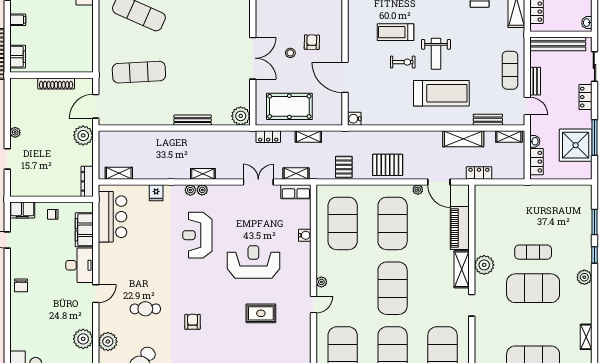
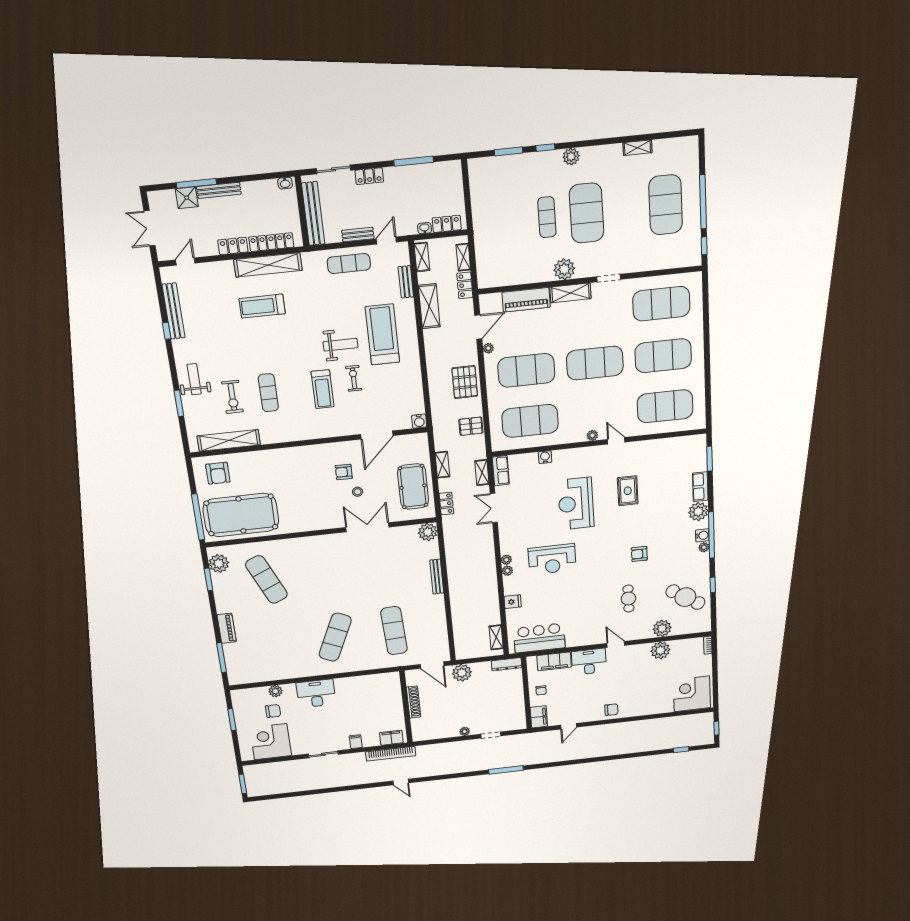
shower: (576, 145) -> (424, 182), removed
shelving: (203, 174) -> (463, 257), moved

